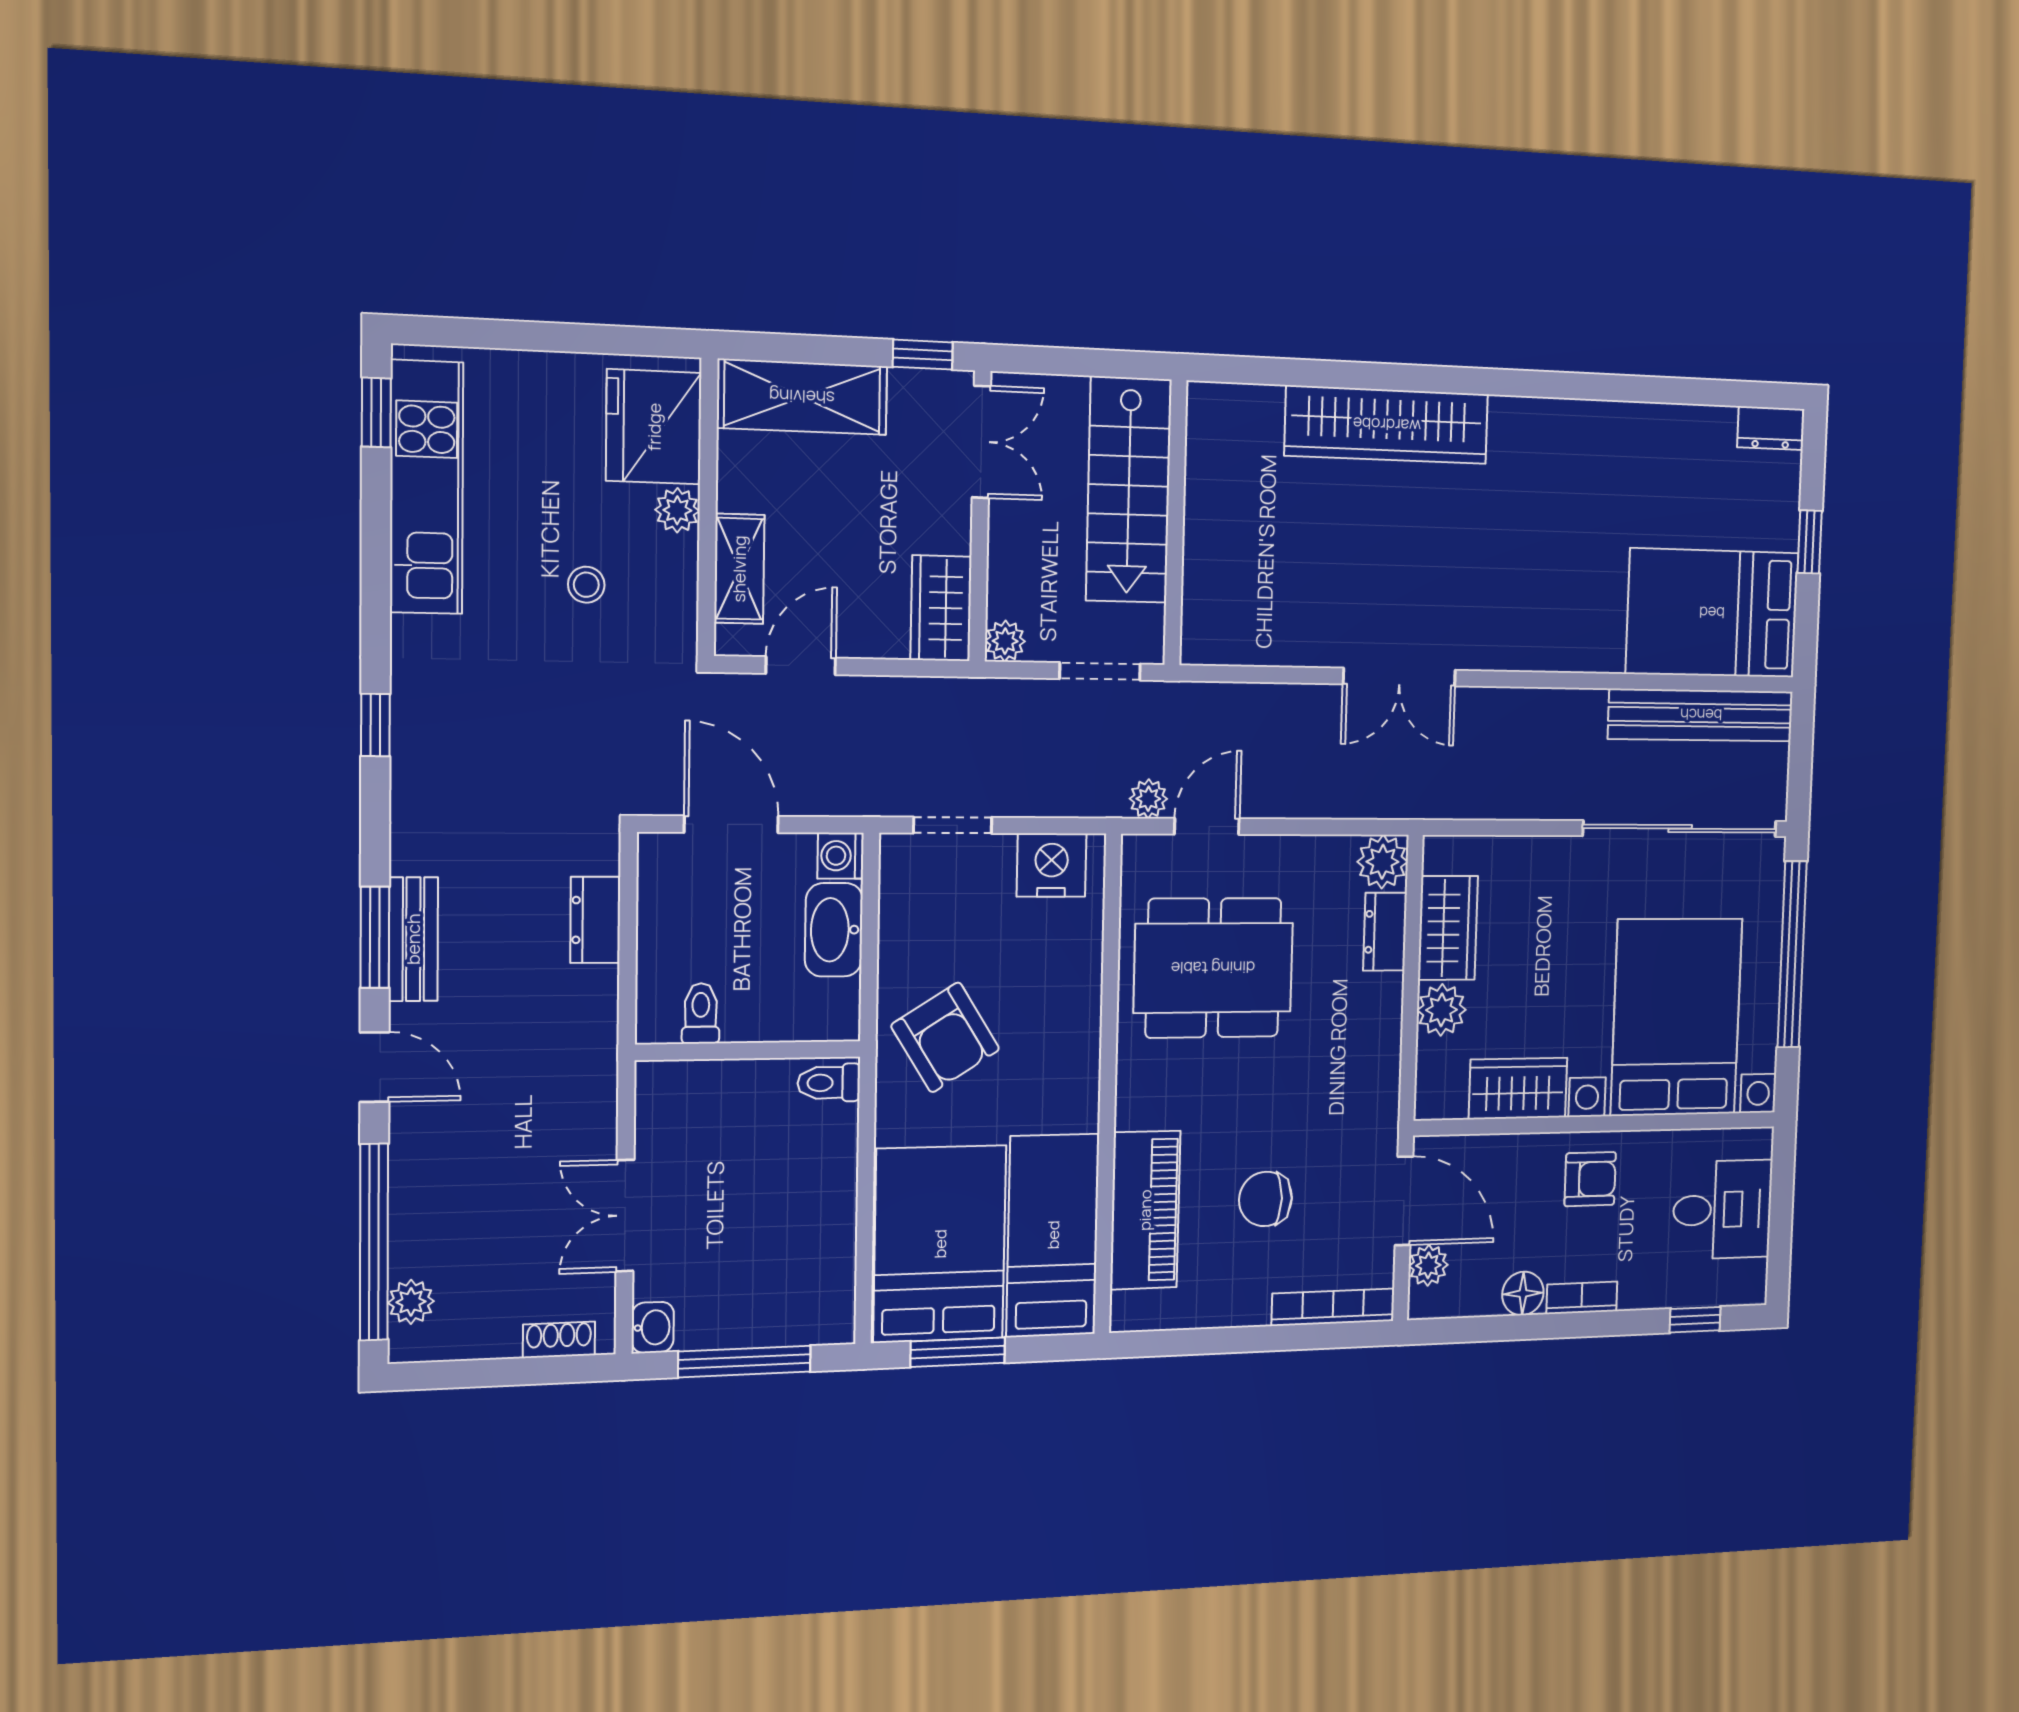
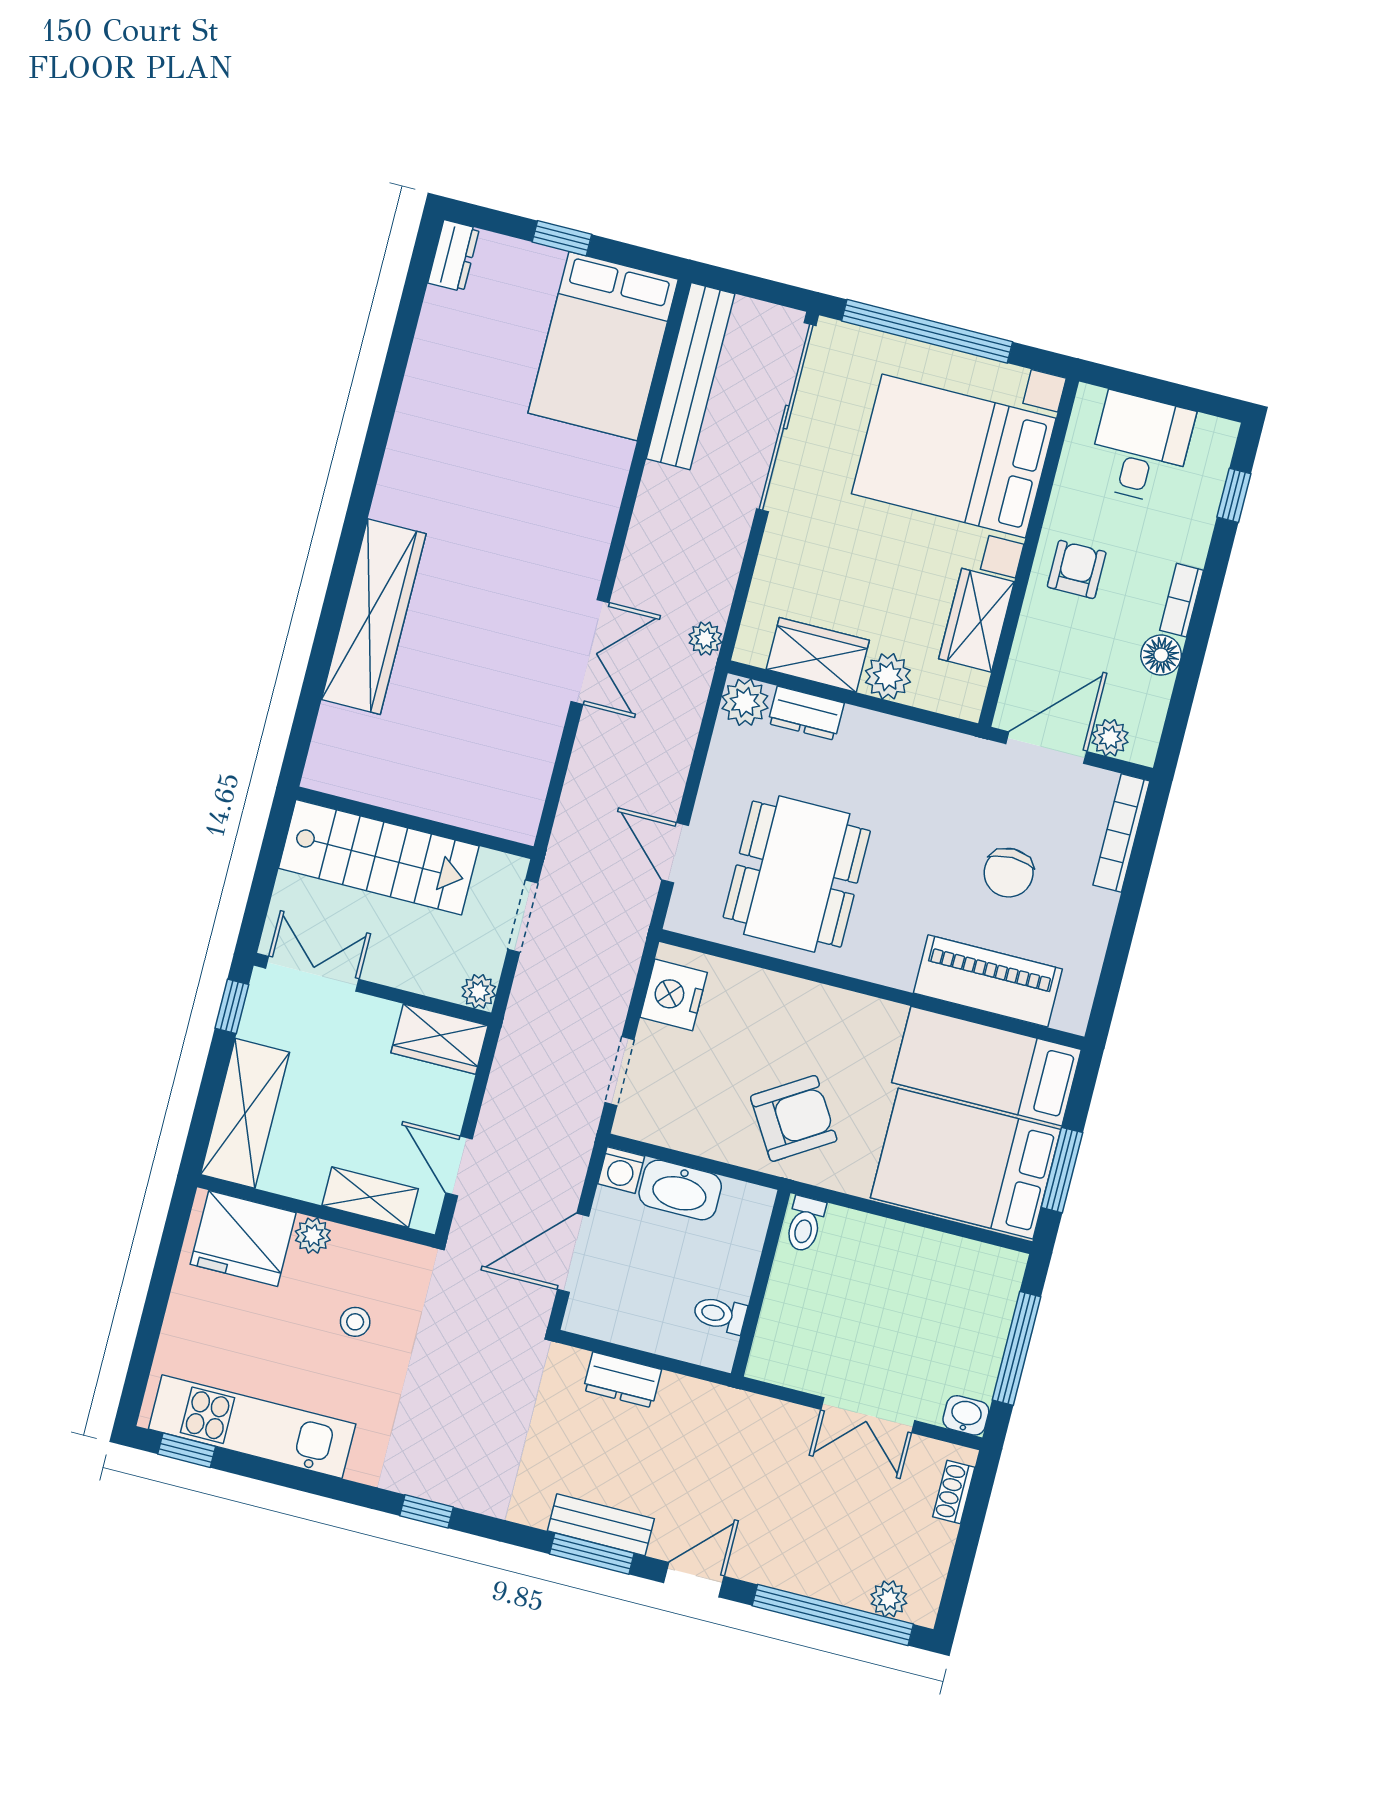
plant: (1148, 799) -> (705, 639), moved

